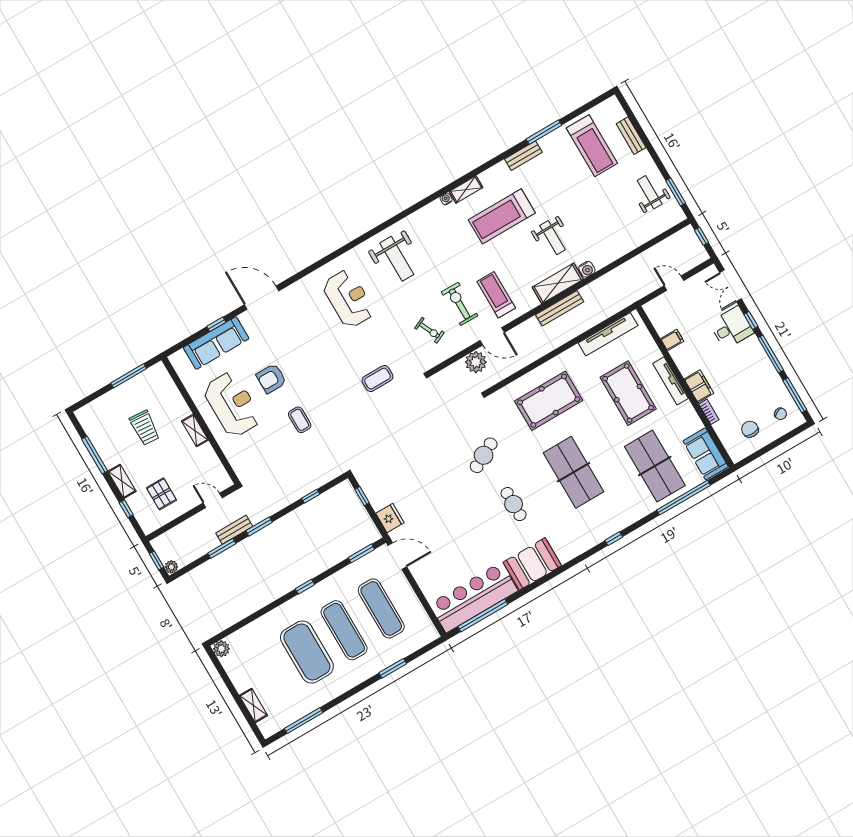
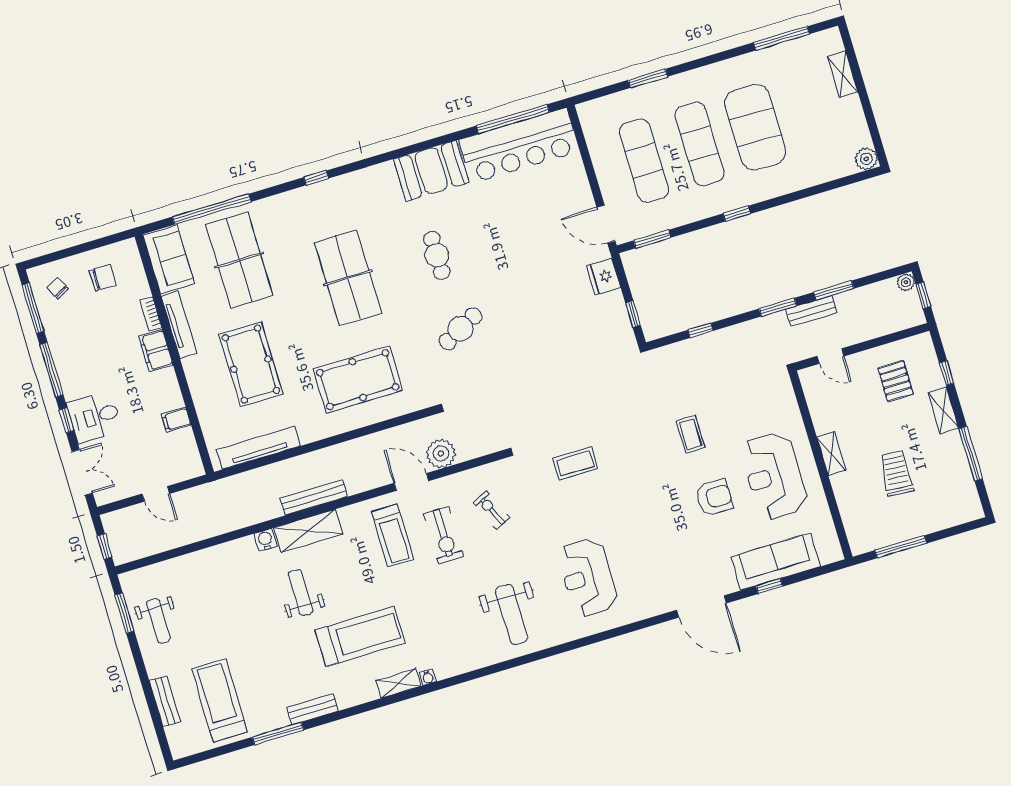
weight bench: (397, 259) -> (512, 614), turned 180
tv unit: (670, 381) -> (179, 325), moved
chair: (750, 429) -> (103, 278), turned -90

